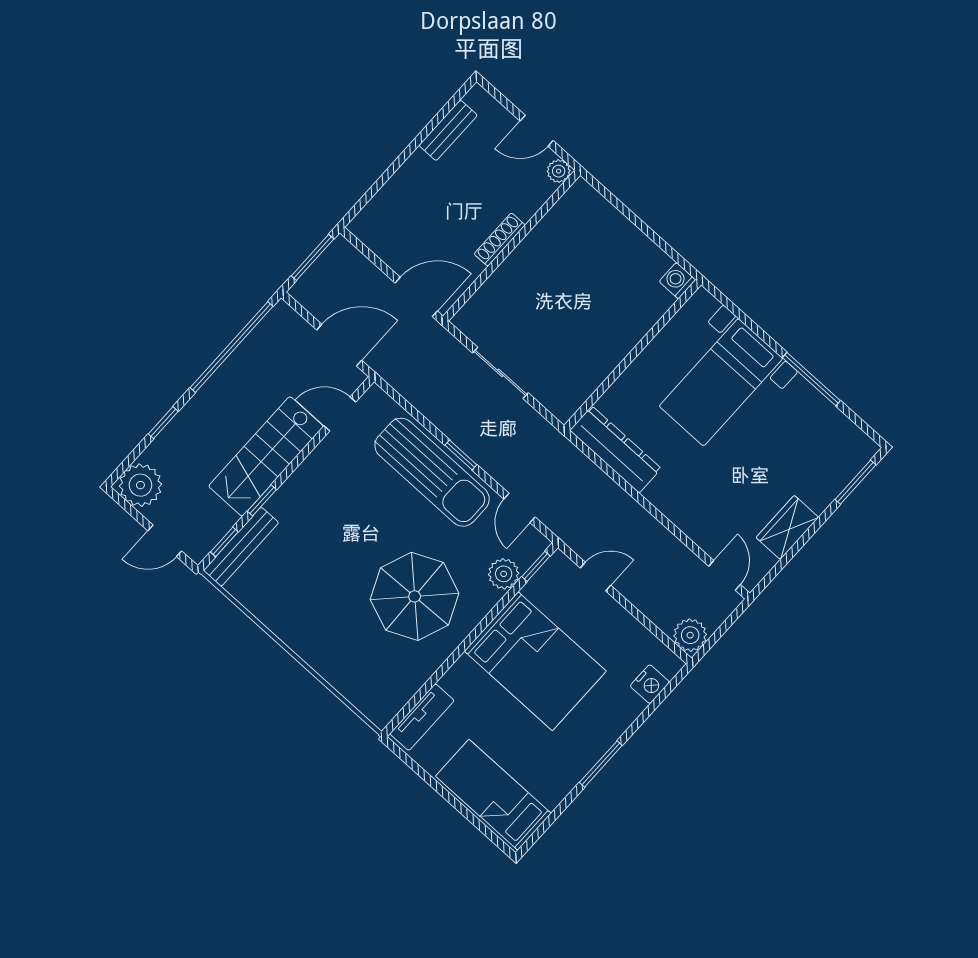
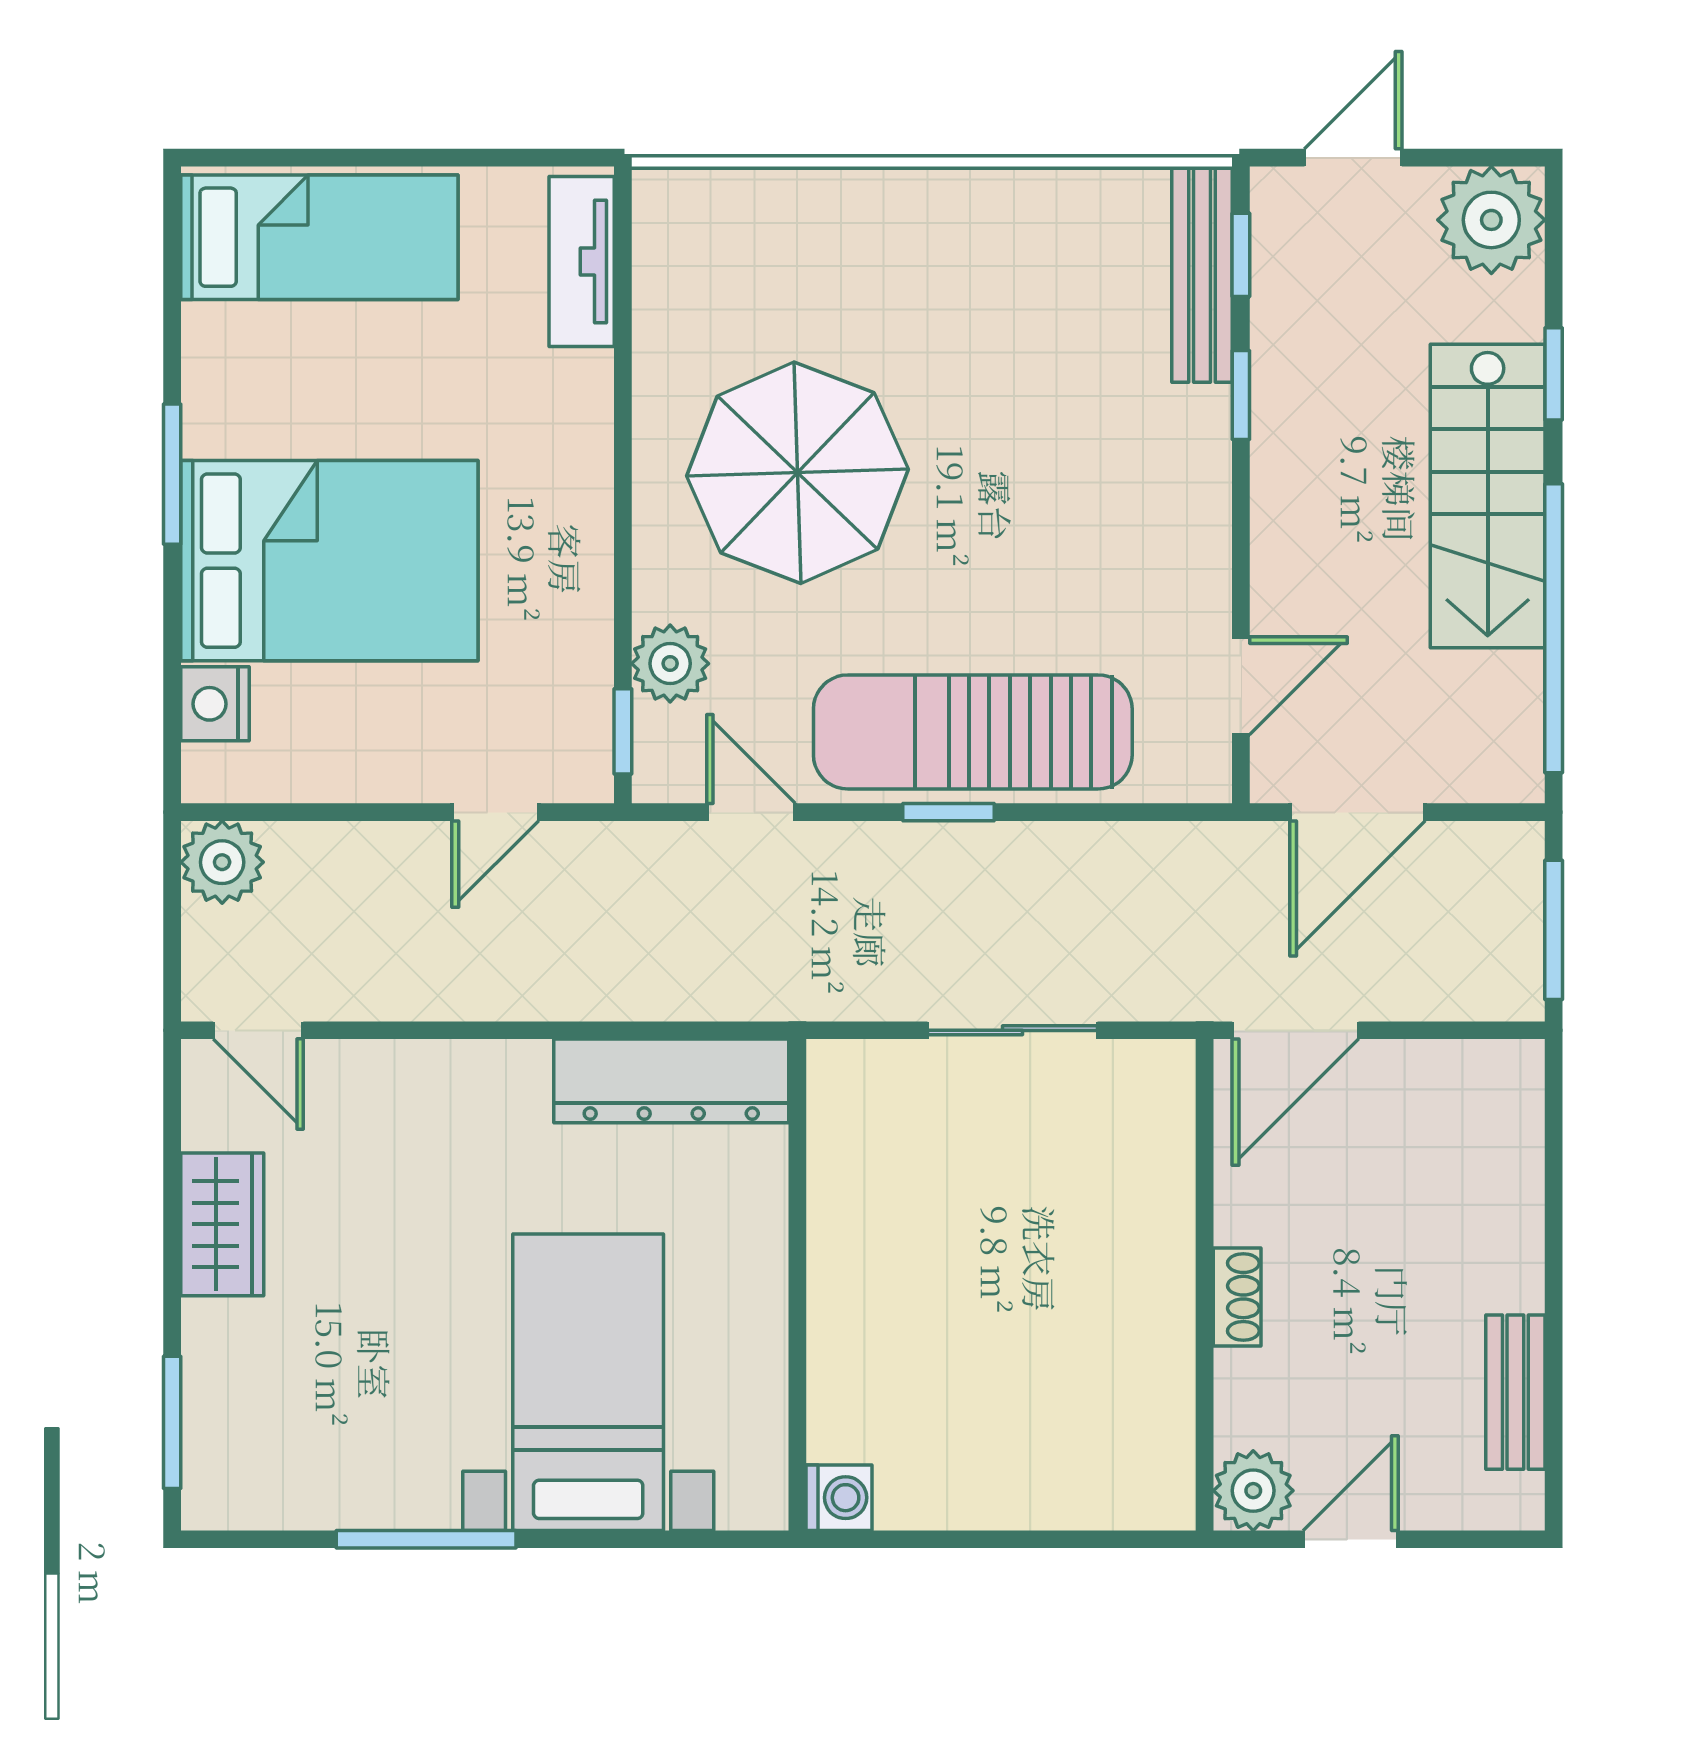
plant: (559, 171) -> (1253, 1491), width x1.38, depth x1.38
shoe rack: (500, 240) -> (1237, 1297), width x0.70
stairs: (266, 456) -> (1488, 496), moved, turned 180
bed: (535, 661) -> (329, 561), moved, turned 180

